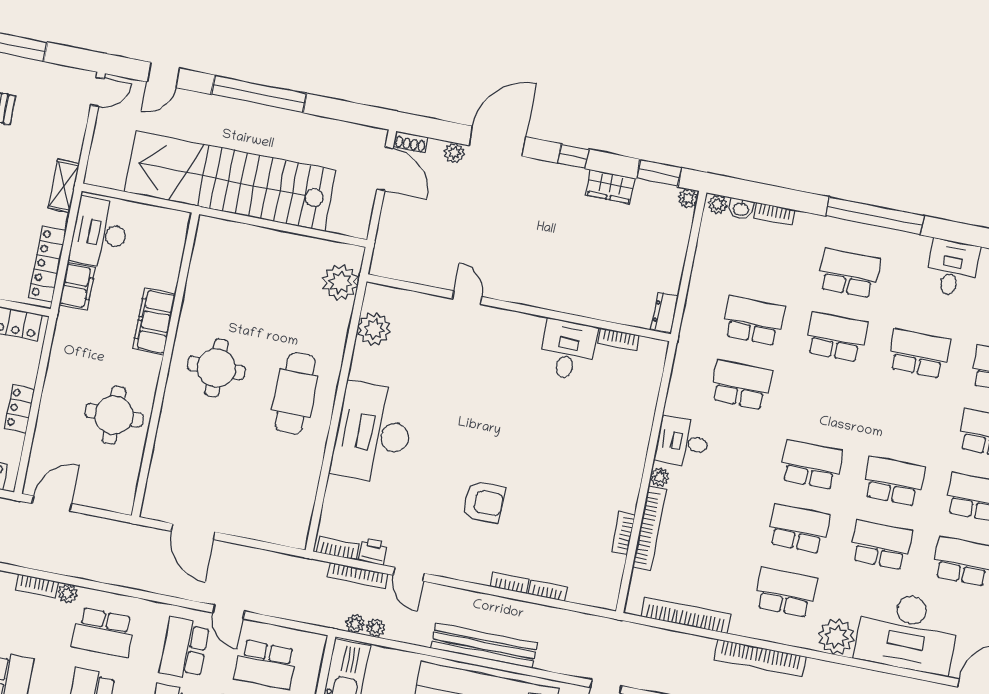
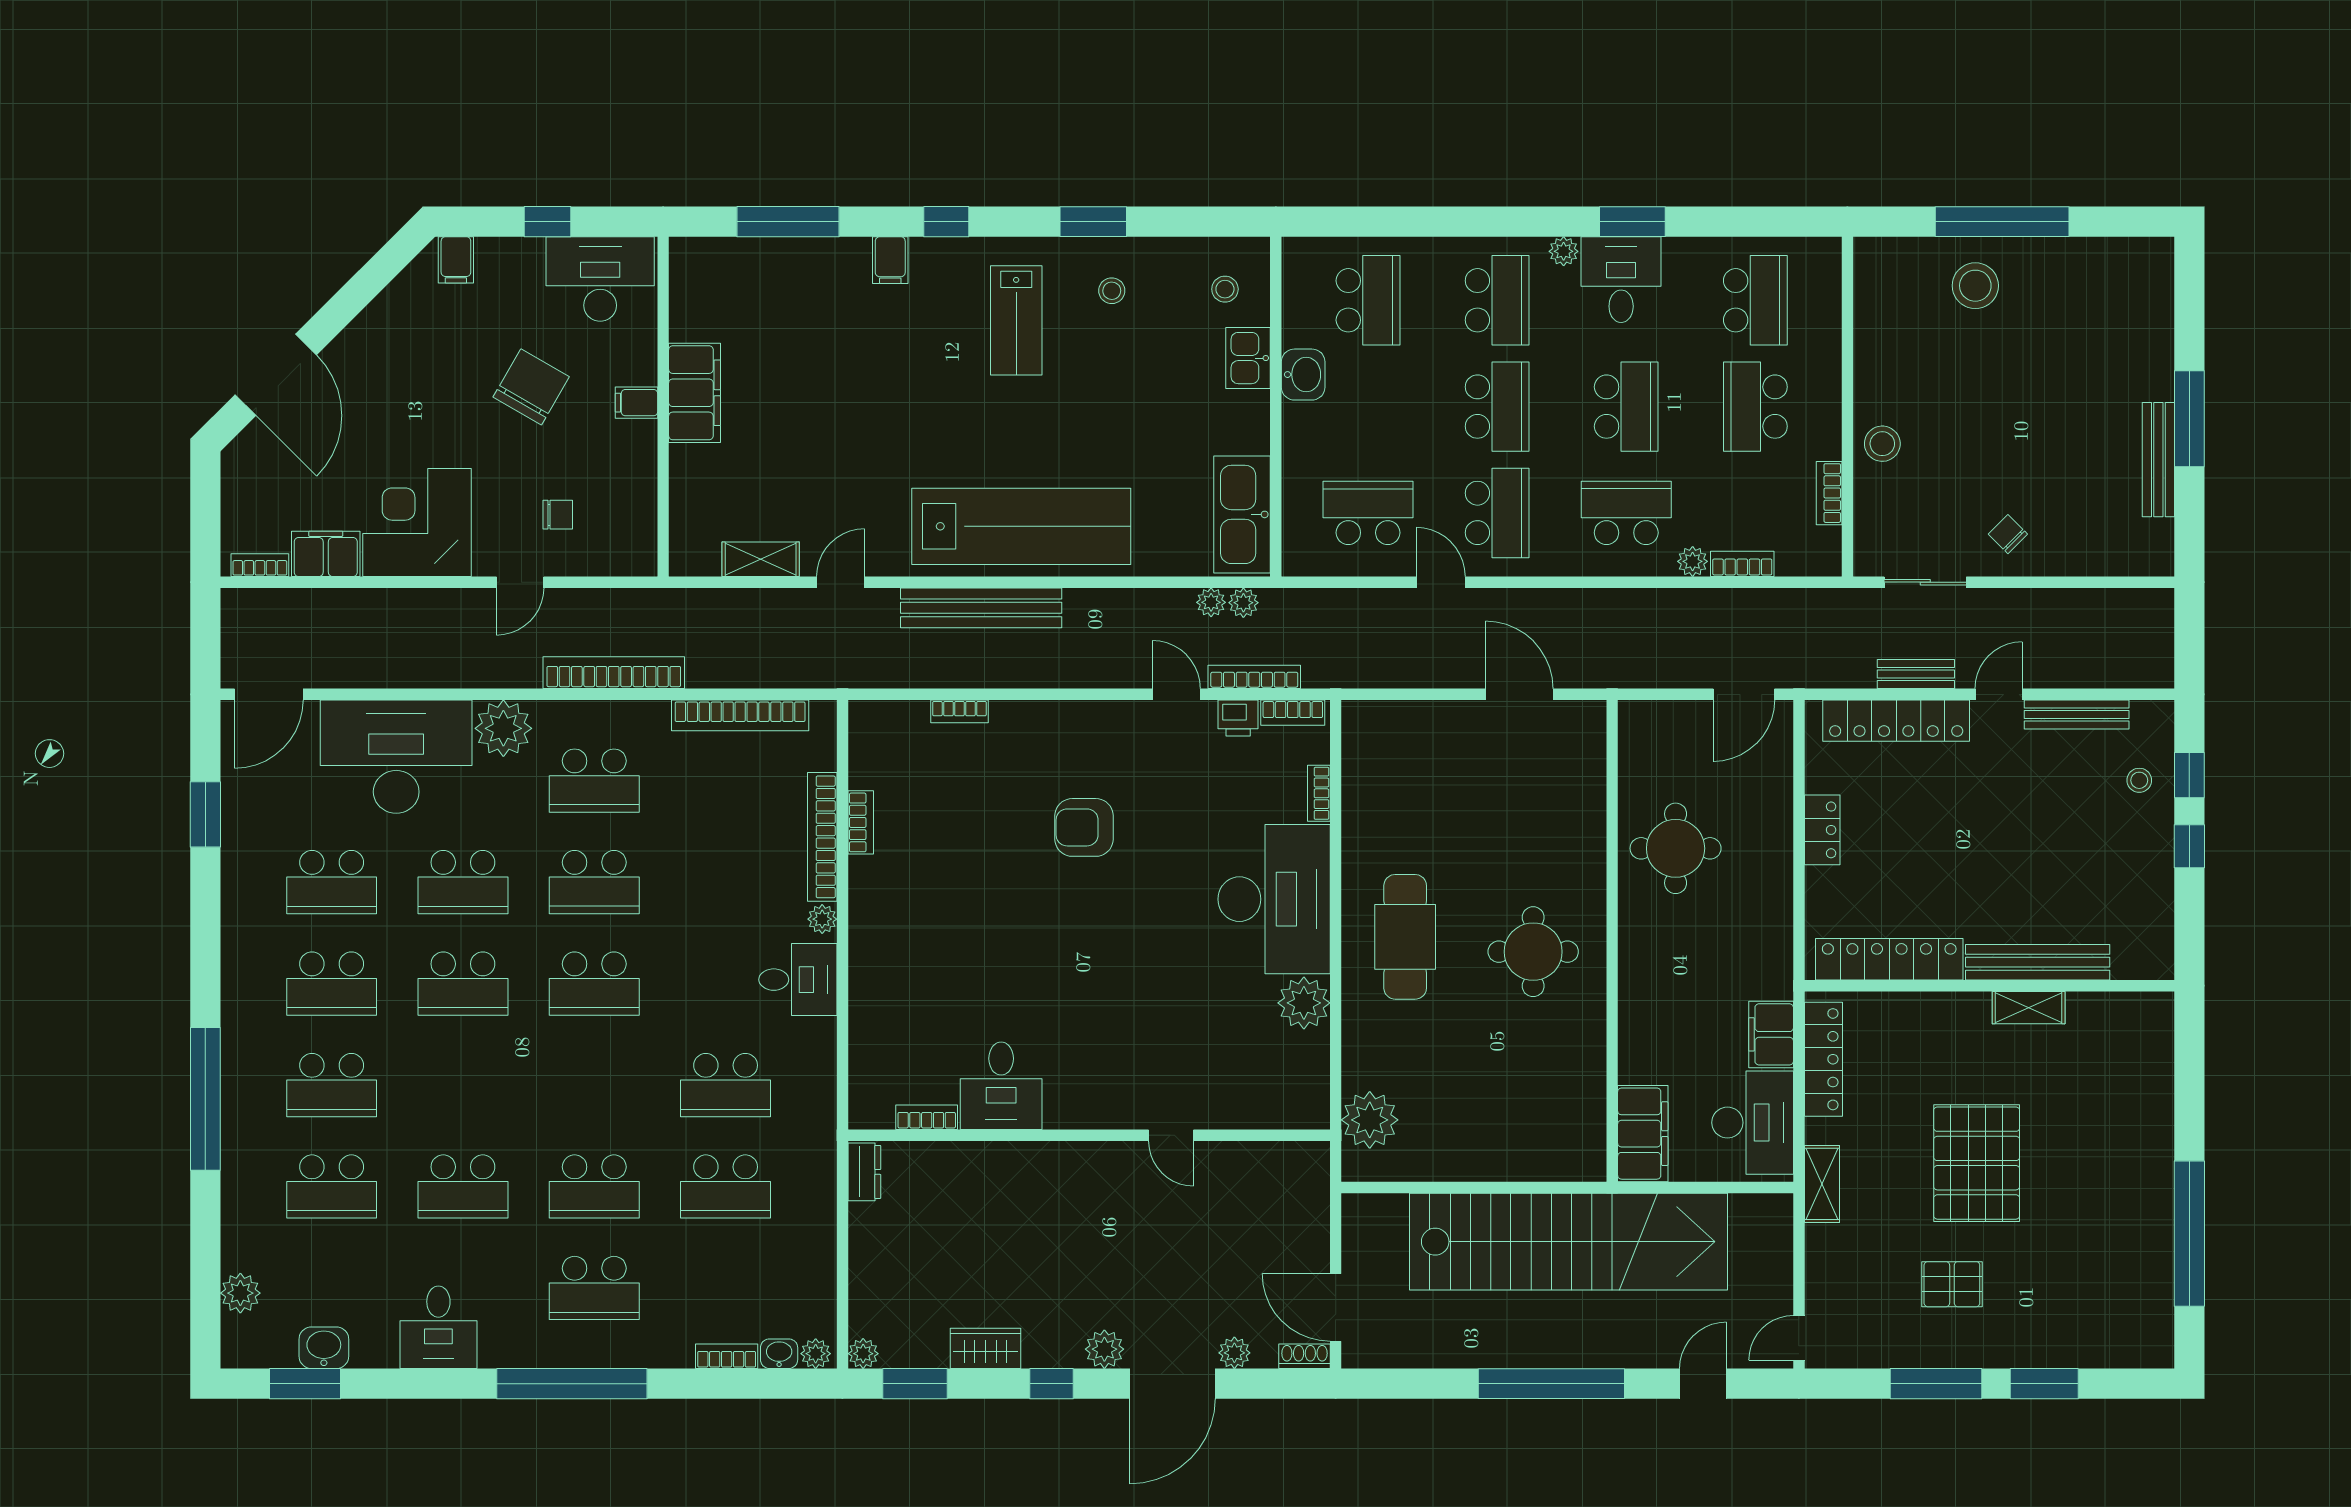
plant: (536, 171) -> (1104, 1349), added
filing cabinet: (154, 321) -> (1643, 1134), moved
plant: (374, 329) -> (1304, 1003), moved
bookcase: (510, 583) -> (1319, 793), moved, turned 90
bench: (484, 646) -> (981, 608), moved

